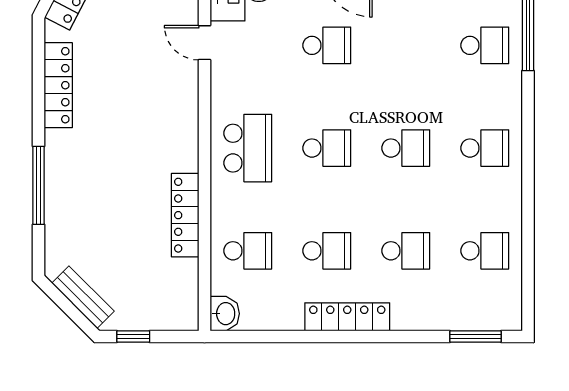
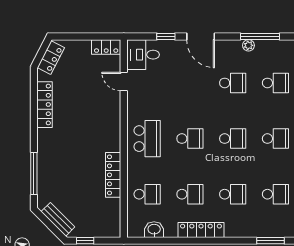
school desk: (327, 45) -> (233, 83), moved
window: (39, 185) -> (34, 173), moved
washbasin: (225, 314) -> (154, 230), moved, turned -90

